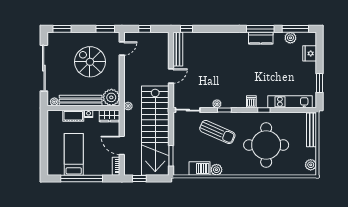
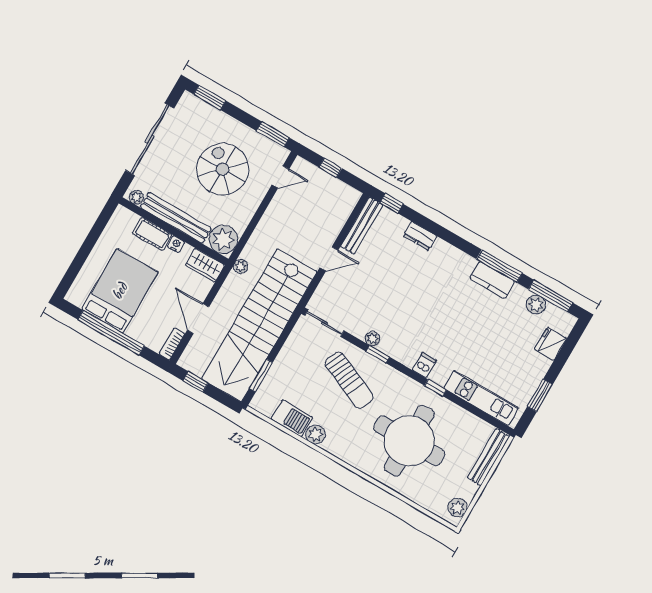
dresser: (211, 37) -> (420, 236), added
bed: (74, 154) -> (120, 291), width x1.50

